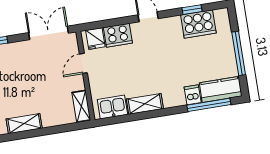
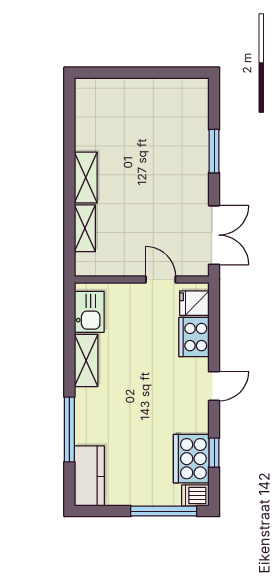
window: (239, 53) -> (164, 511), moved
dishwasher: (193, 95) -> (195, 495), moved, turned 180
window: (209, 105) -> (69, 429), moved
shelving: (81, 106) -> (85, 228), moved, turned 90

